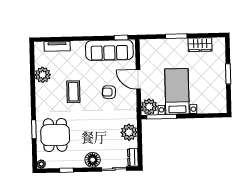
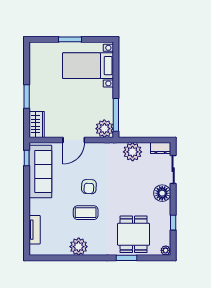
wardrobe: (200, 45) -> (37, 124), moved
plant: (43, 75) -> (79, 247), moved
bed with nightstands: (177, 91) -> (88, 66), moved
armchair: (109, 92) -> (89, 187), moved
dining table: (55, 135) -> (134, 234), turned 90

